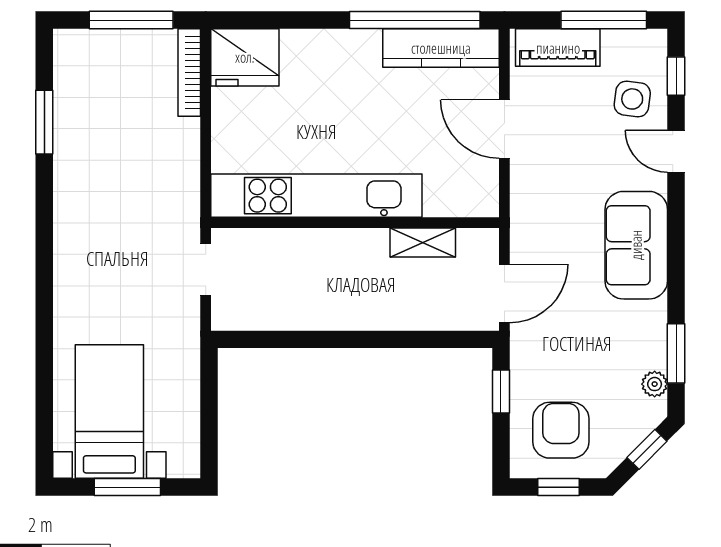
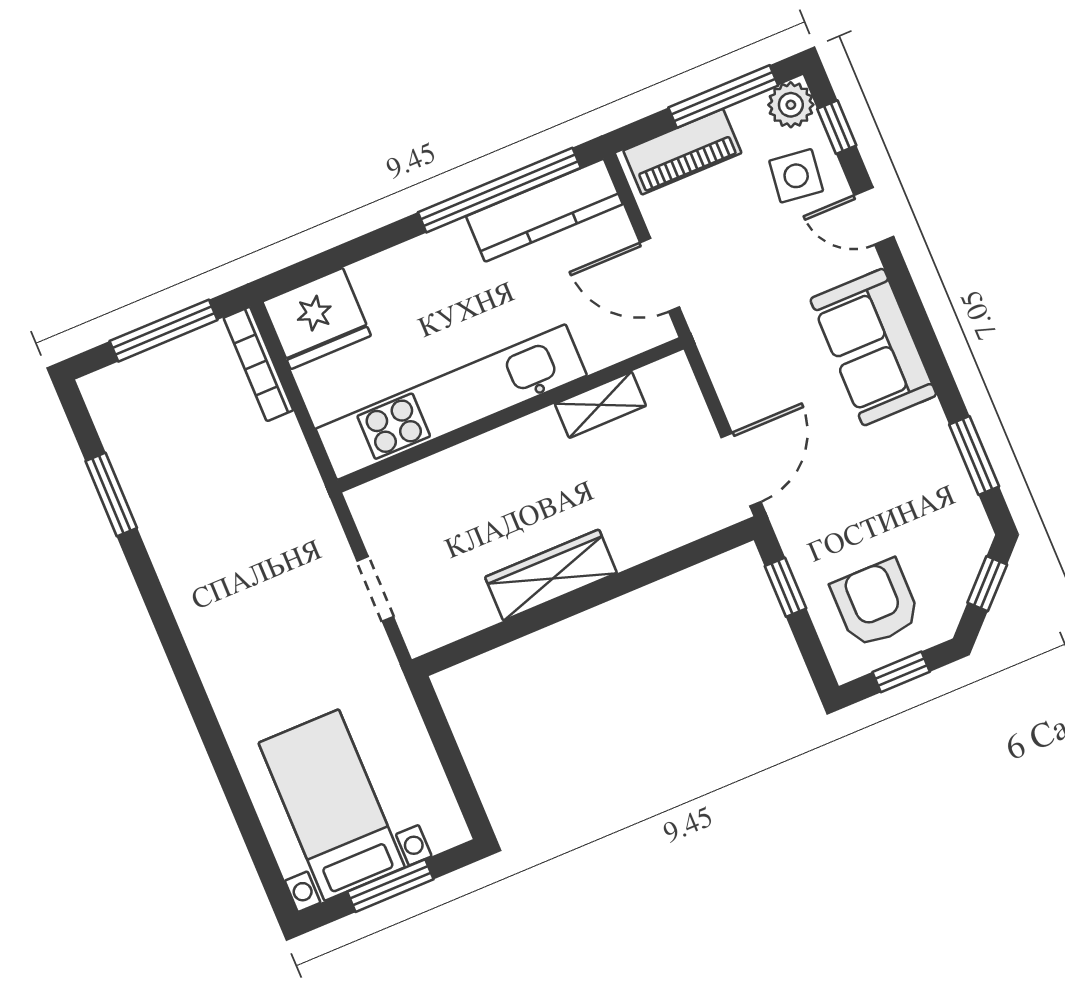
kitchen unit: (316, 196) -> (451, 402), moved
wall: (355, 223) -> (510, 415), moved
shelving: (423, 242) -> (600, 405), moved
wardrobe: (336, 312) -> (551, 575), added
plant: (655, 384) -> (791, 105), moved, width x1.38, depth x1.38

